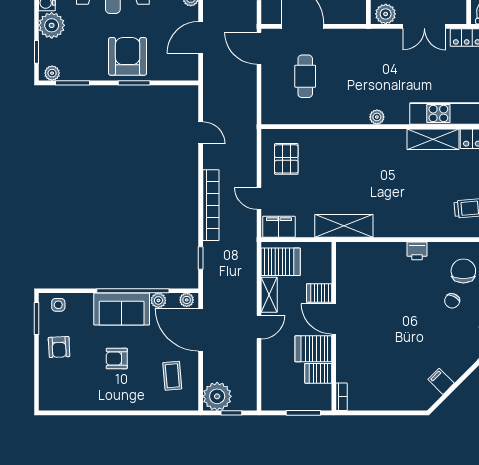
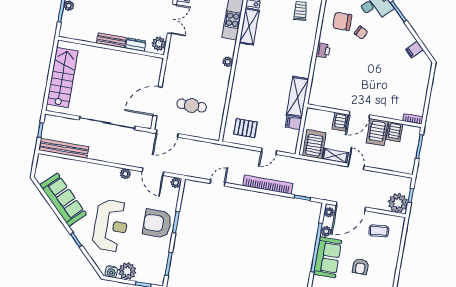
plant: (52, 73) -> (176, 183), moved
filing cabinet: (279, 227) -> (294, 123), moved, width x0.50

